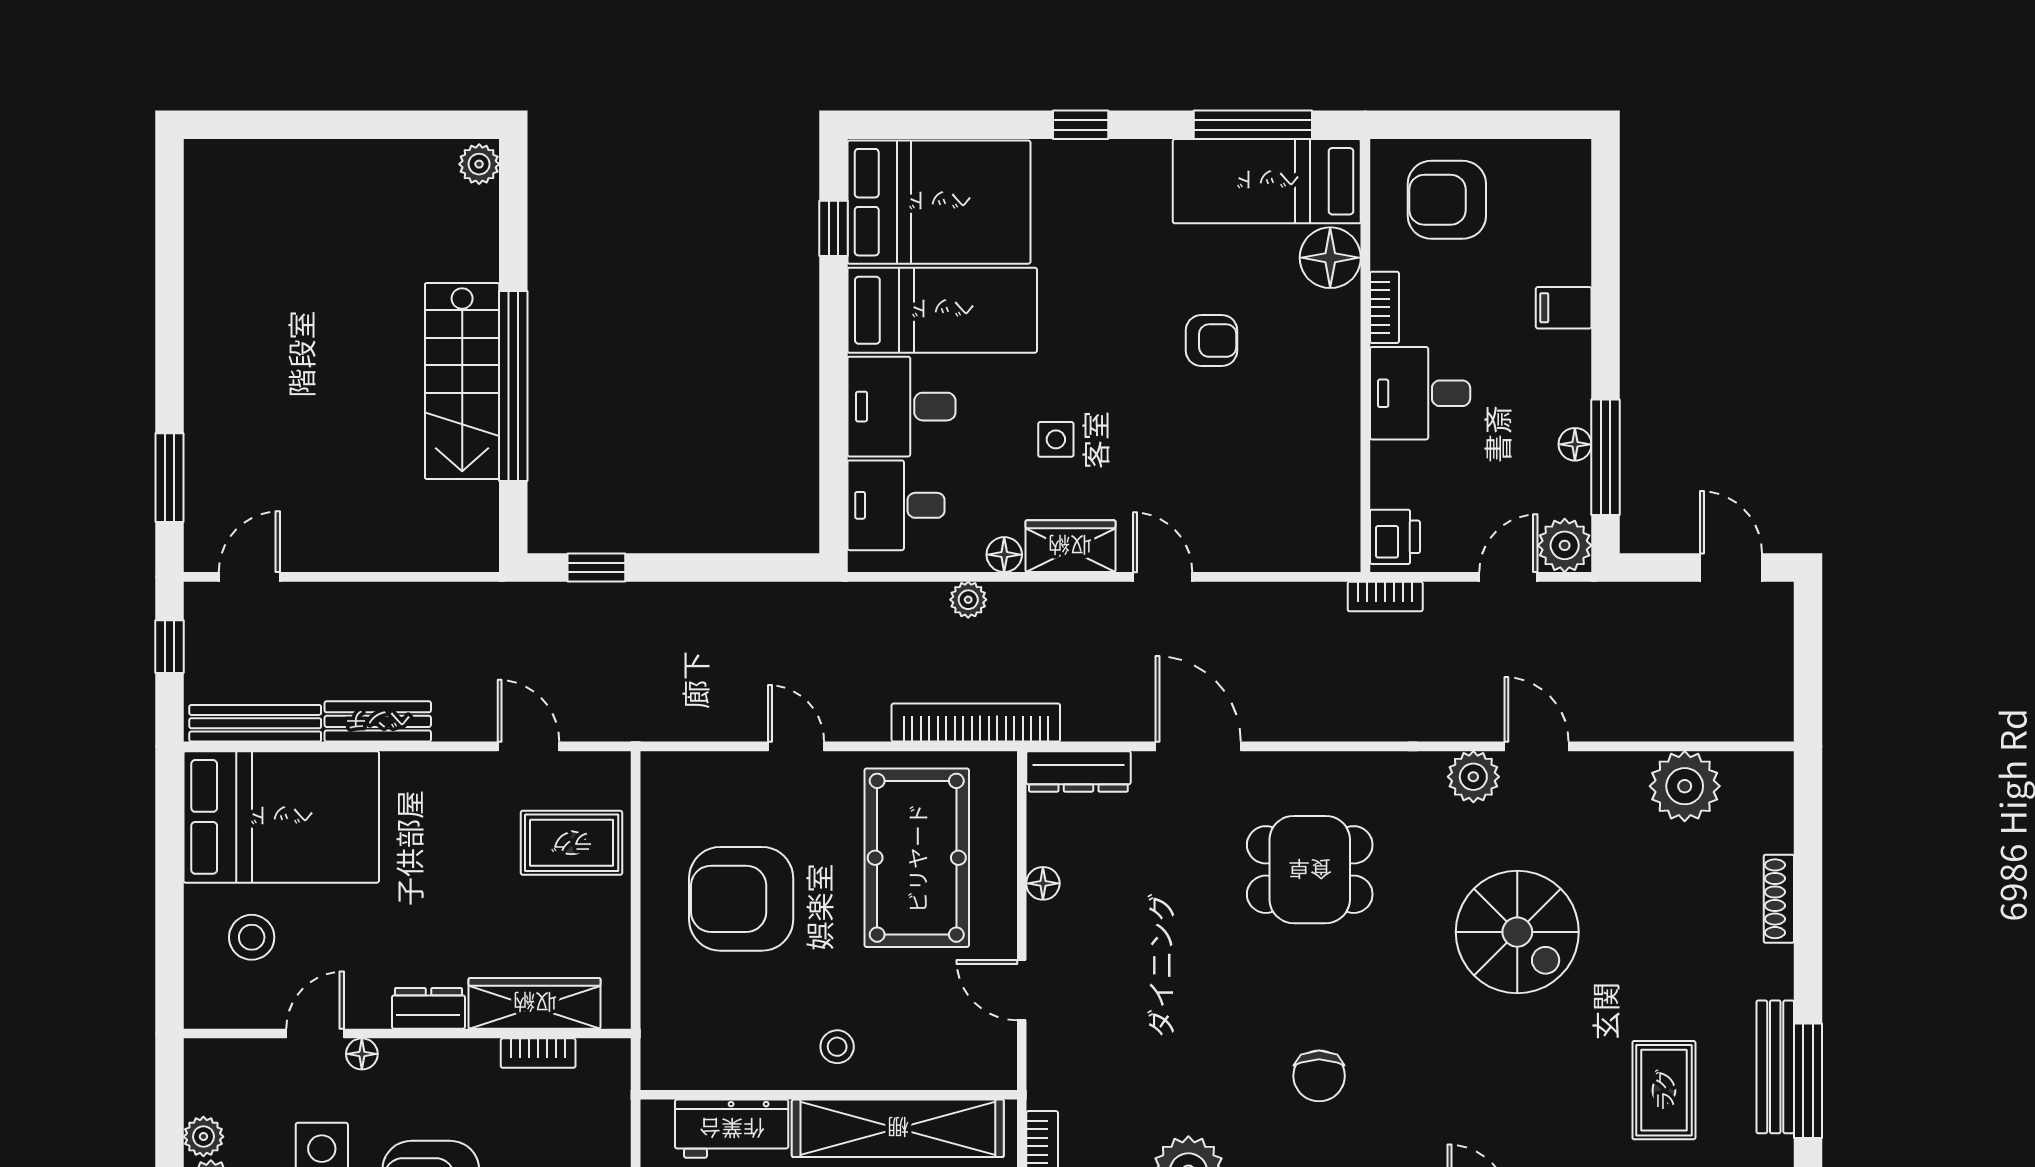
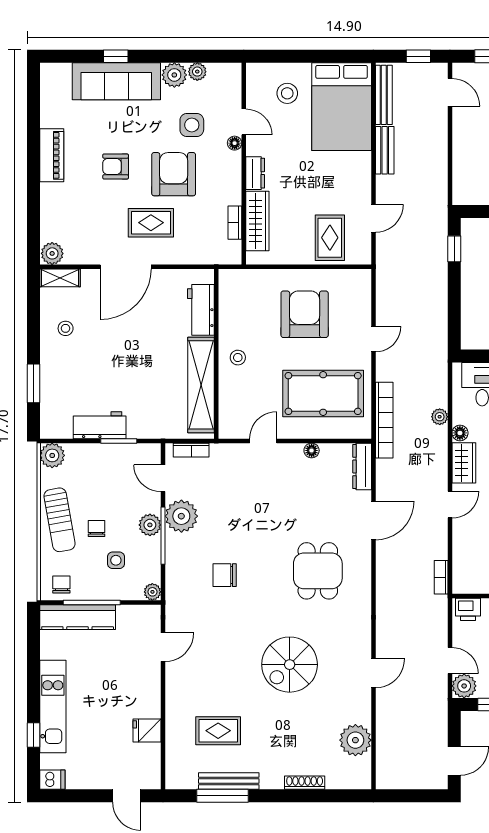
bookcase: (1385, 596) -> (441, 577), moved
plant: (1473, 777) -> (360, 645), removed

